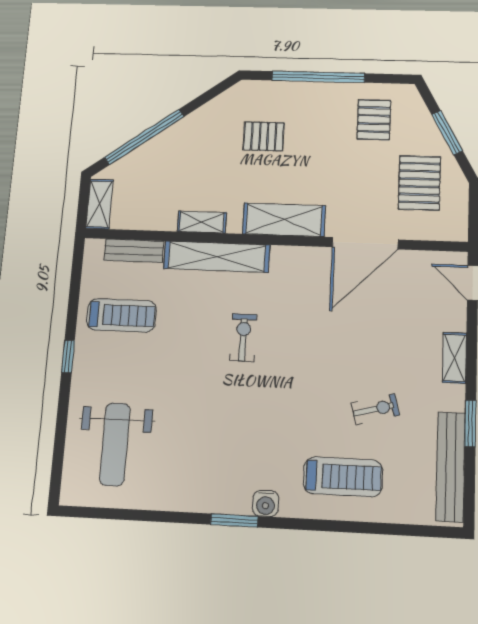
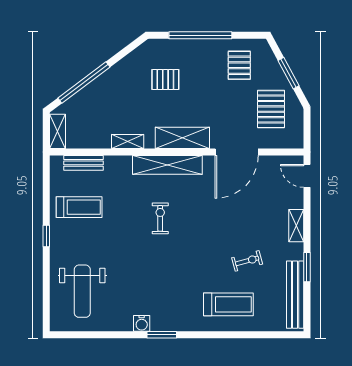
shelving: (217, 257) -> (167, 165), moved
water cooler: (266, 504) -> (142, 323), moved

